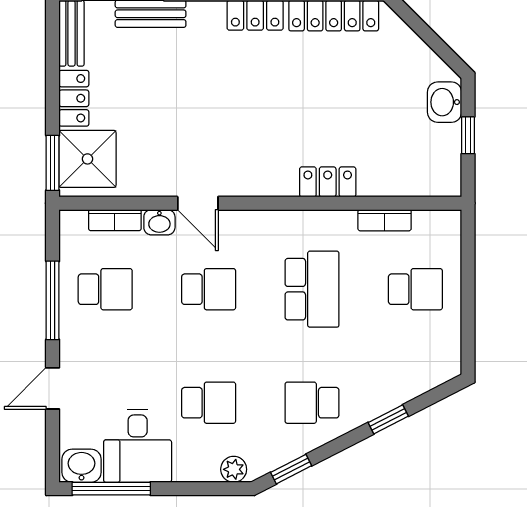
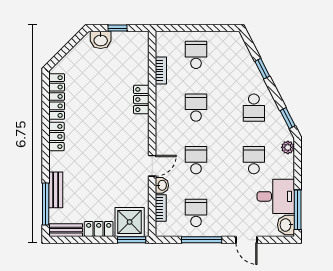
school desk: (312, 289) -> (196, 108), width x0.54

